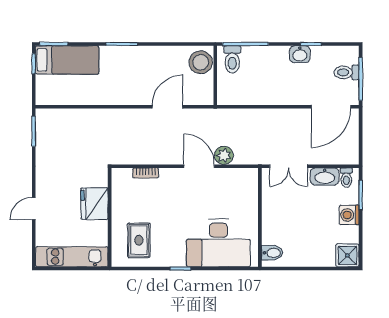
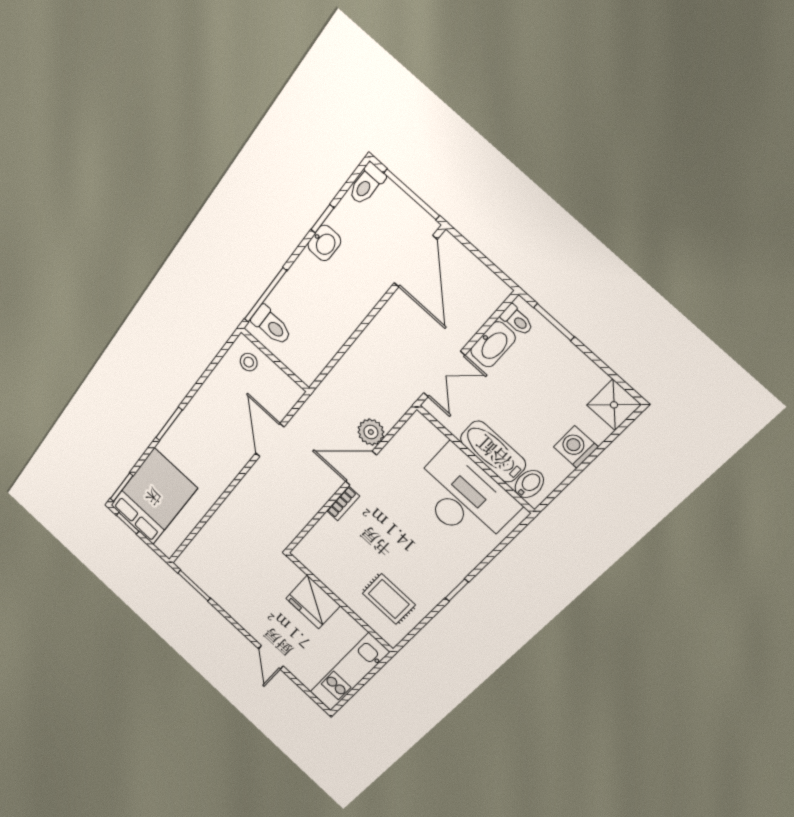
bed: (67, 60) -> (154, 497), width x1.50
stool: (201, 62) -> (249, 362), width x0.53, depth x0.53
toilet: (347, 72) -> (367, 184), moved
bookcase: (146, 173) -> (343, 503), moved
washing machine: (349, 215) -> (576, 447), moved, turned 90
bathtub: (272, 222) -> (493, 452), added
desk: (218, 243) -> (464, 497), moved, turned -90

